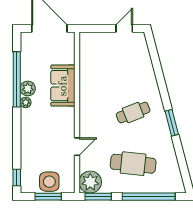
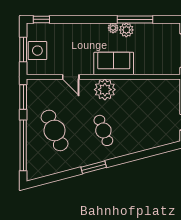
window: (17, 79) -> (135, 19), width x0.68
sofa: (63, 86) -> (114, 64), moved
cafe table: (133, 164) -> (55, 130), turned -30
plant: (90, 182) -> (105, 90), moved

